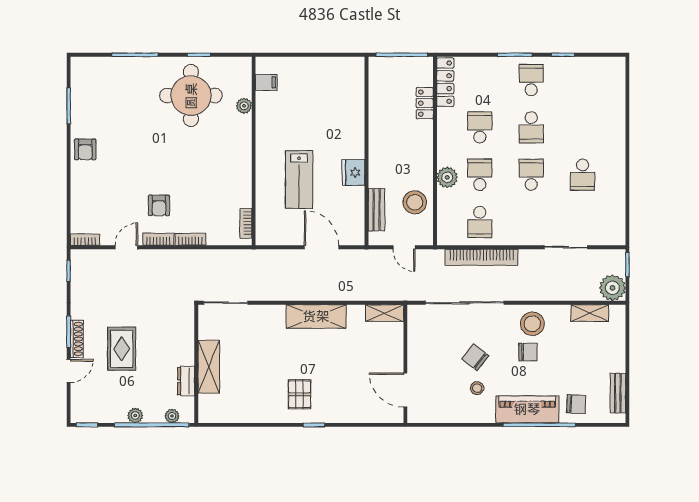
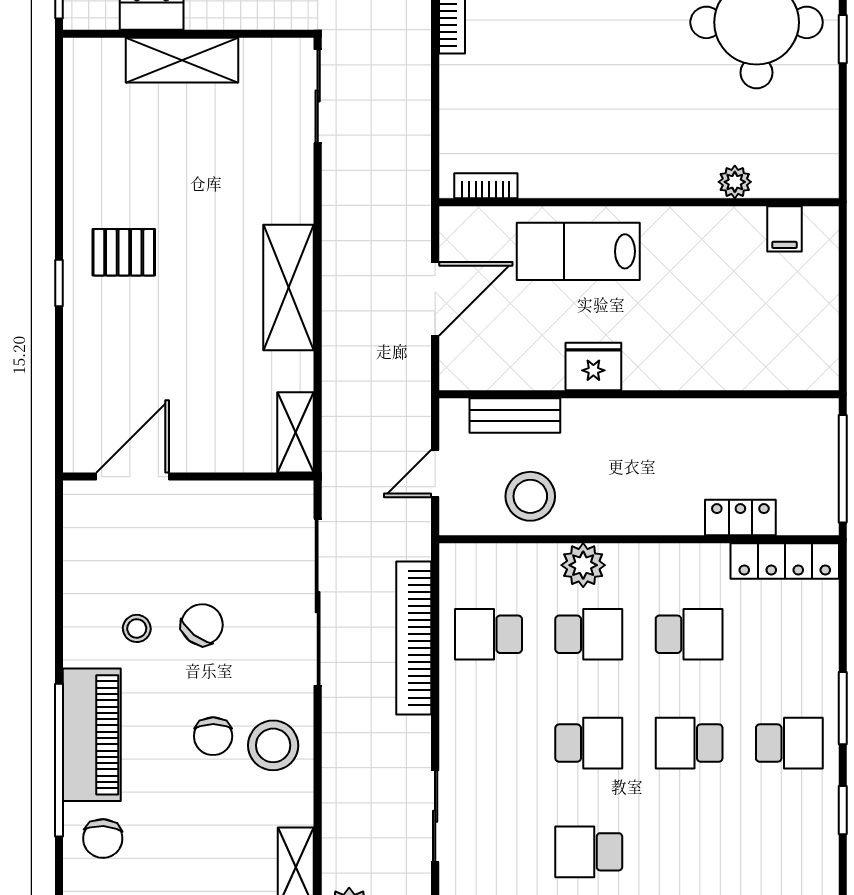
filing cabinet: (266, 82) -> (784, 229), moved
plant: (244, 106) -> (735, 182), moved
wall: (254, 151) -> (639, 202), moved
bookcase: (246, 223) -> (486, 186), moved

